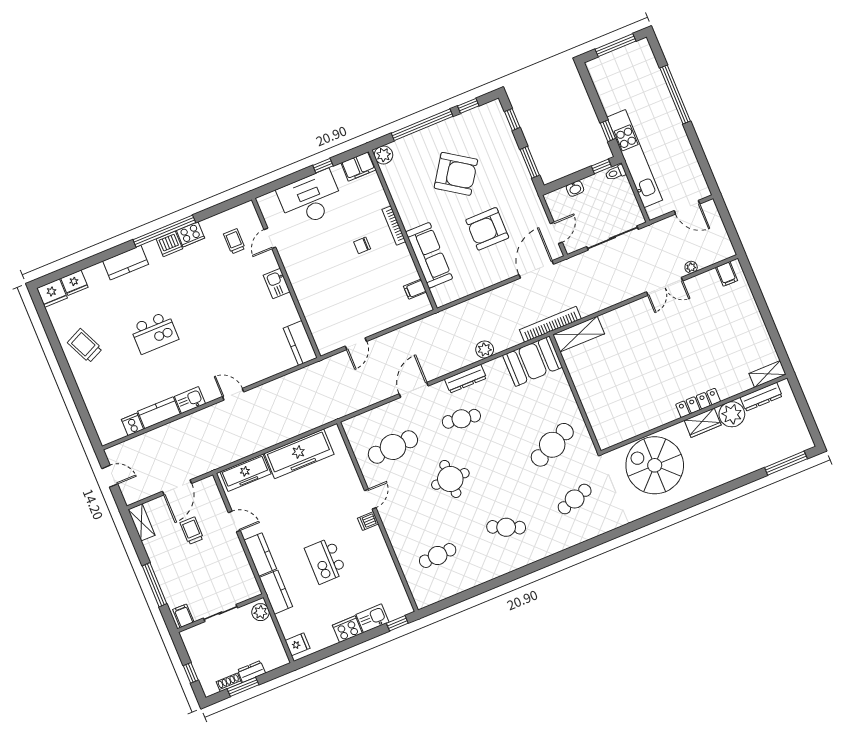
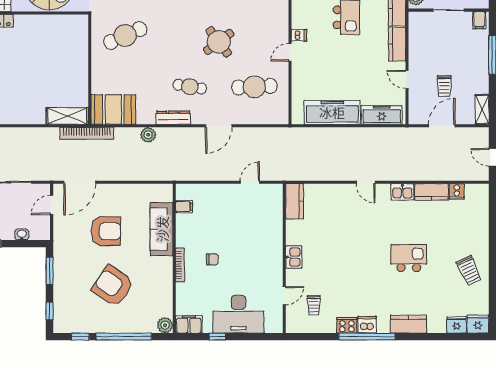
round table: (450, 479) -> (219, 42), turned -37

